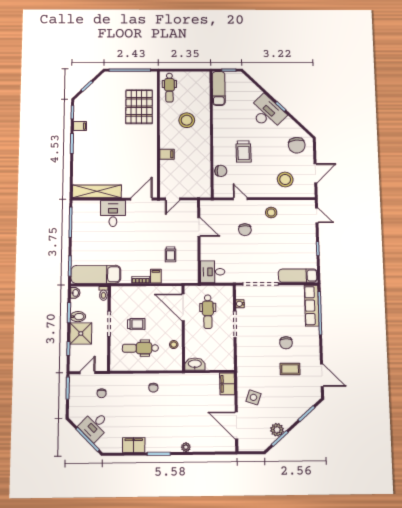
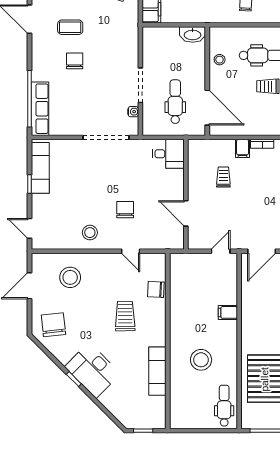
exam couch: (219, 88) -> (157, 371), moved
exam couch: (298, 276) -> (40, 168), moved, turned -90

